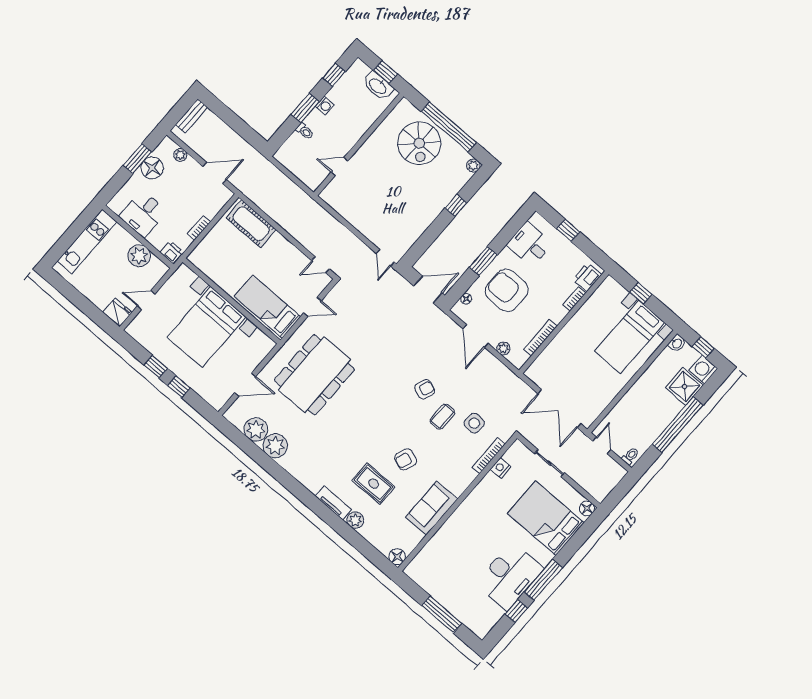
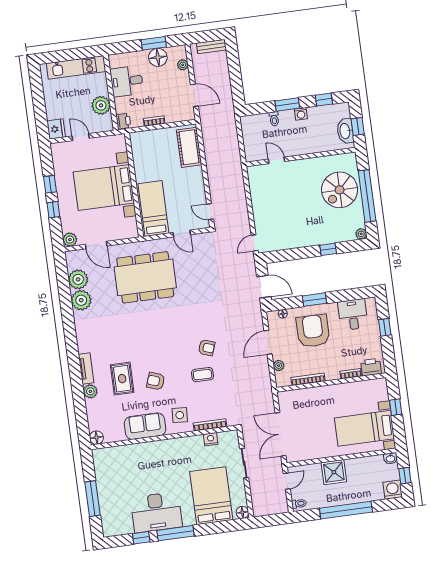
shower: (684, 386) -> (334, 472), moved
plant: (217, 400) -> (70, 240), added
side table: (474, 423) -> (180, 415), moved

